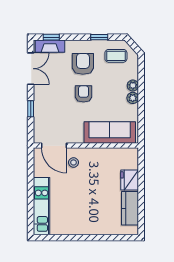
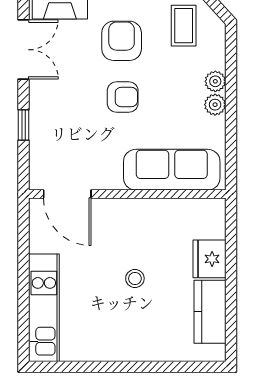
coffee table: (116, 56) -> (184, 26), turned 90
armchair: (84, 94) -> (123, 97), turned 90
stool: (74, 162) -> (135, 278), moved

